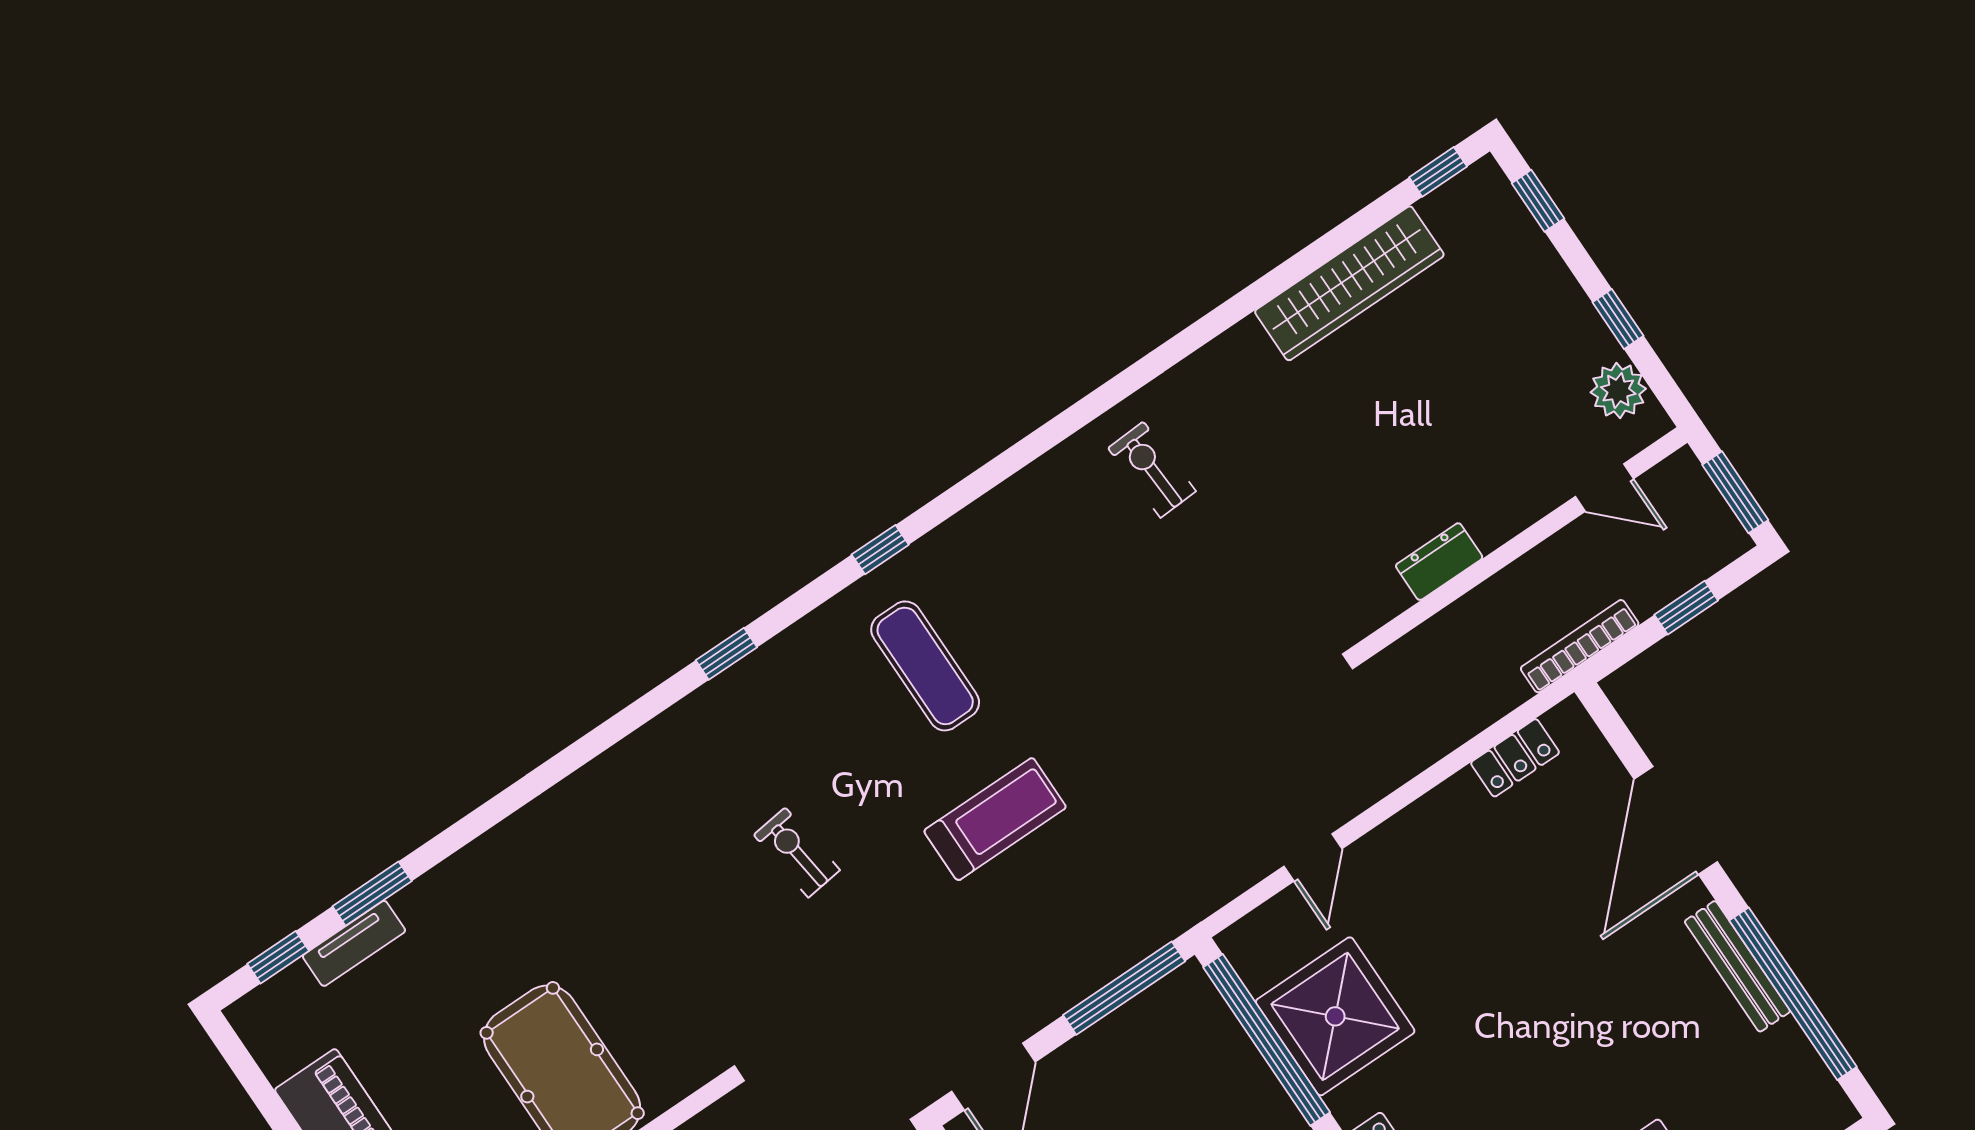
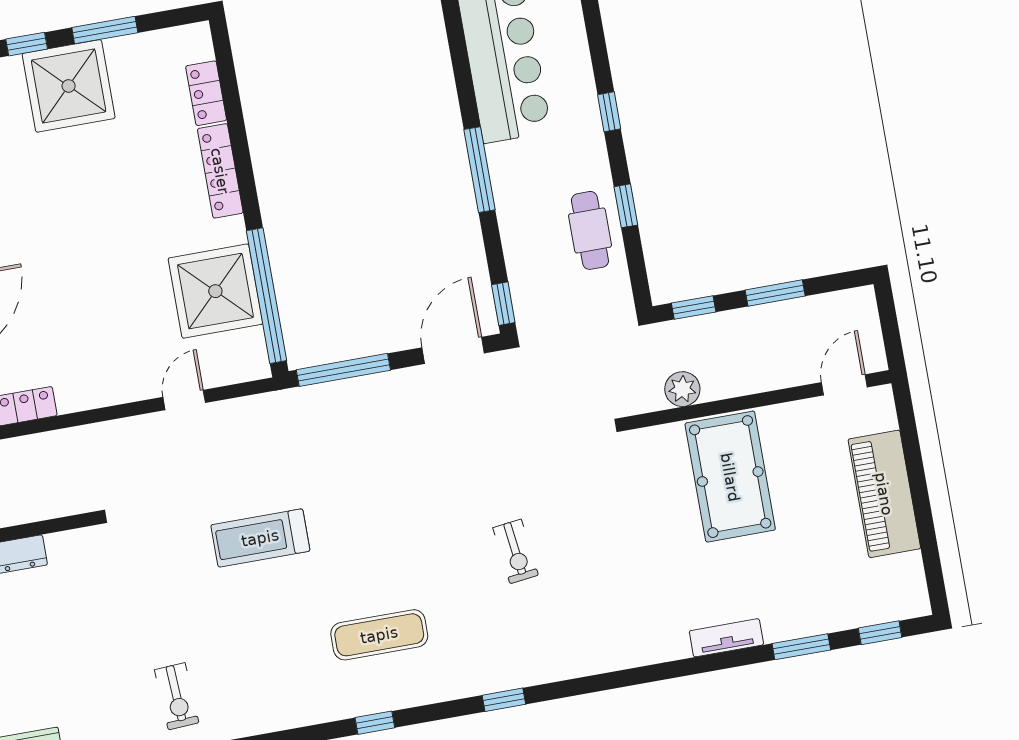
exercise mat: (925, 666) -> (379, 635), turned 90
treadmill: (995, 819) -> (260, 538), moved
tv unit: (354, 943) -> (726, 638), moved

